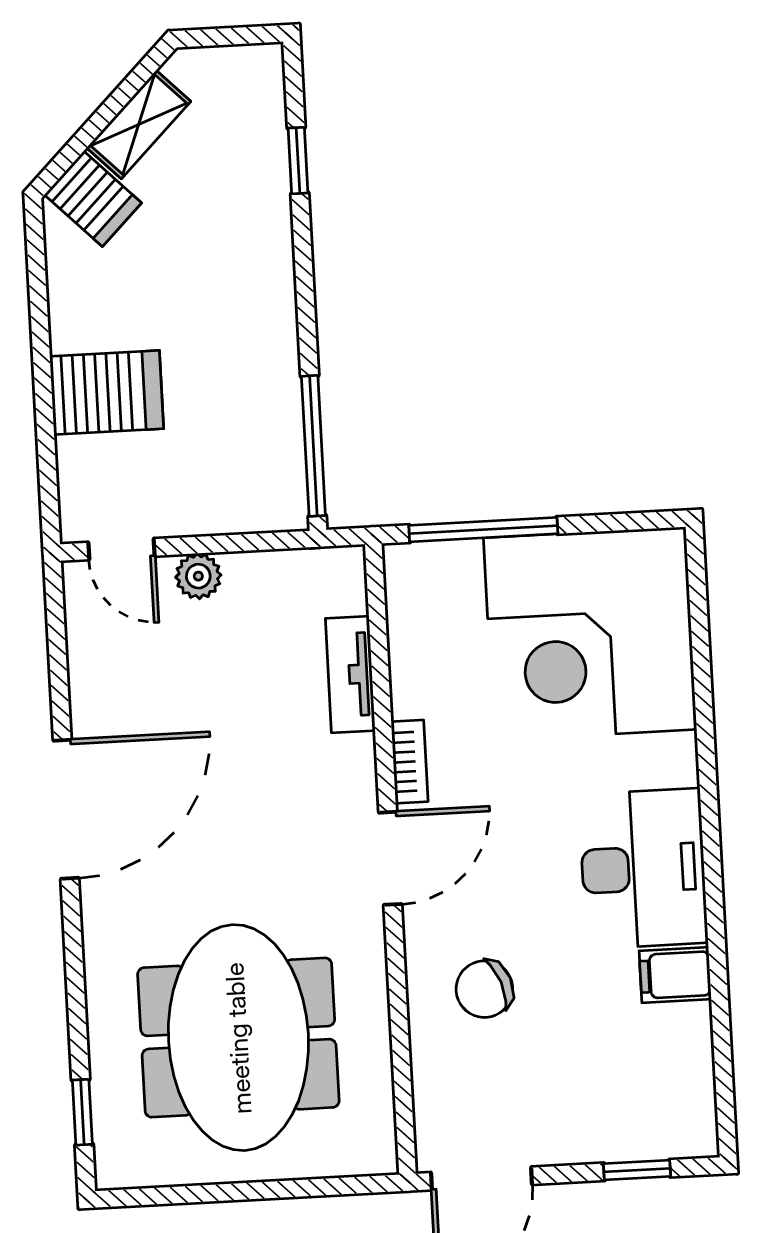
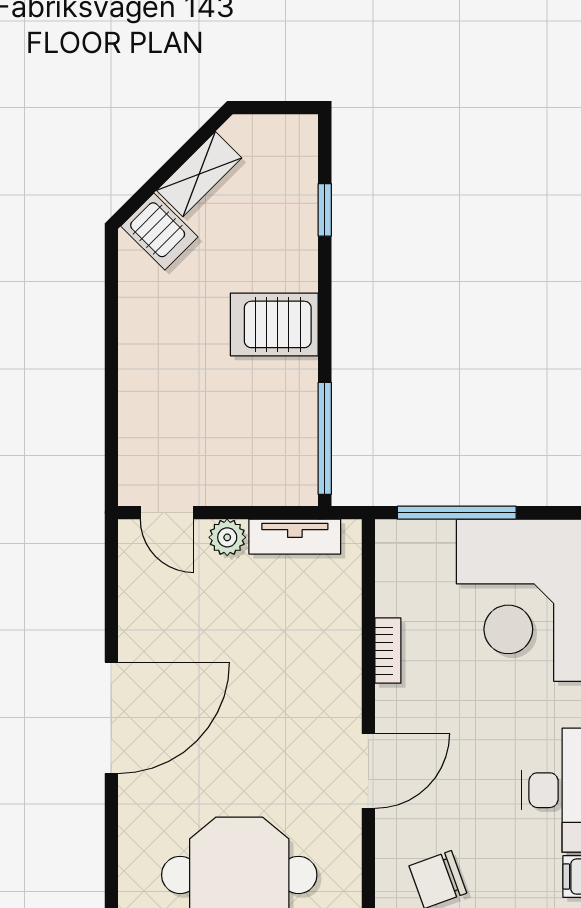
server rack: (107, 393) -> (274, 324), moved, turned 180
tv unit: (350, 675) -> (295, 537), moved, turned -90
bookcase: (410, 762) -> (388, 651), moved

